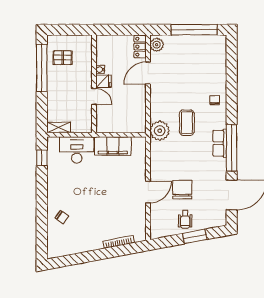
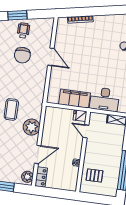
pallet: (63, 58) -> (95, 175), moved
fridge: (103, 81) -> (80, 116), moved
door: (94, 96) -> (86, 131), moved
plant: (160, 131) -> (32, 127), moved
door: (148, 192) -> (51, 57), swing flipped

